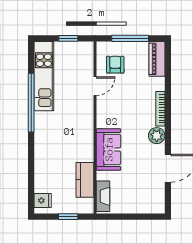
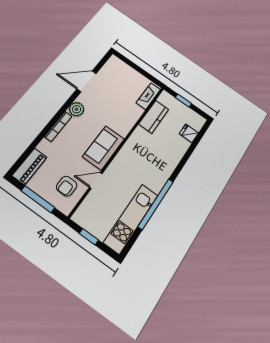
sofa: (109, 149) -> (104, 148), moved
fridge: (43, 201) -> (189, 133), moved

